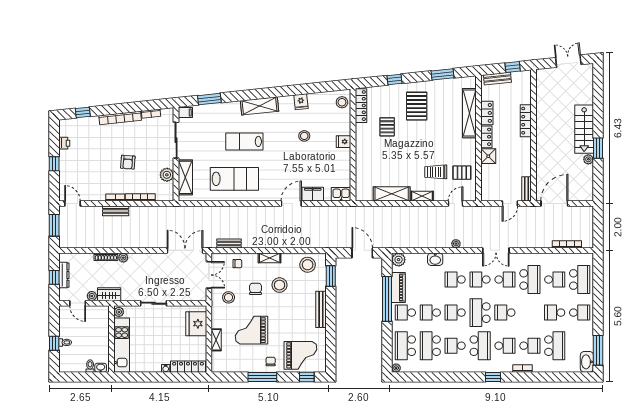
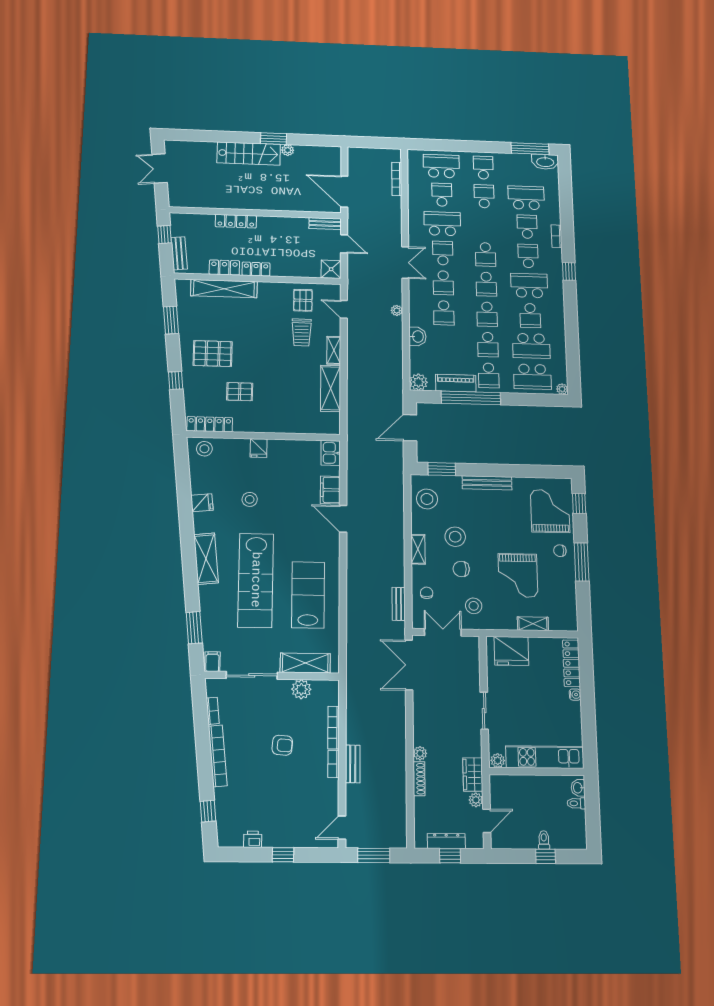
lab bench: (244, 141) -> (256, 580), width x1.86, depth x1.39
shower: (488, 156) -> (331, 269), moved
school desk: (480, 313) -> (486, 284), width x0.54
school desk: (555, 313) -> (484, 196), turned 180

